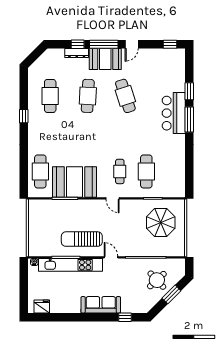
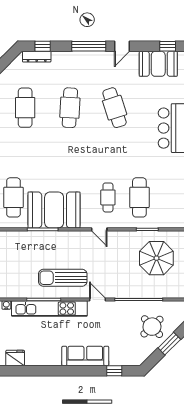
window: (78, 44) -> (43, 46), moved
dresser: (77, 53) -> (37, 57), moved
booth: (105, 59) -> (158, 64), moved

